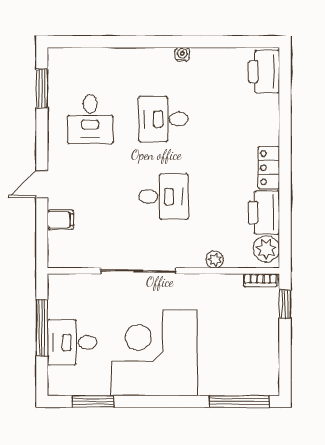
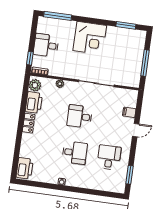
desk: (72, 342) -> (46, 45), moved, turned 180
corner desk: (154, 353) -> (90, 38), width x0.74, depth x0.74

